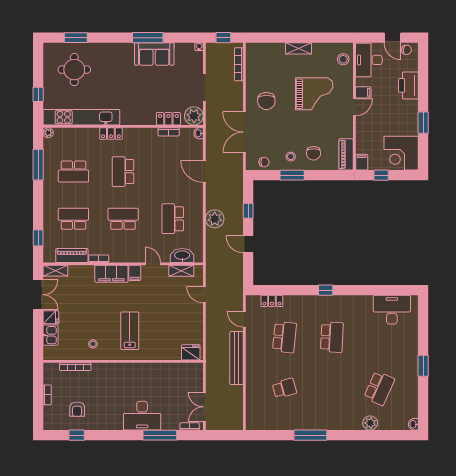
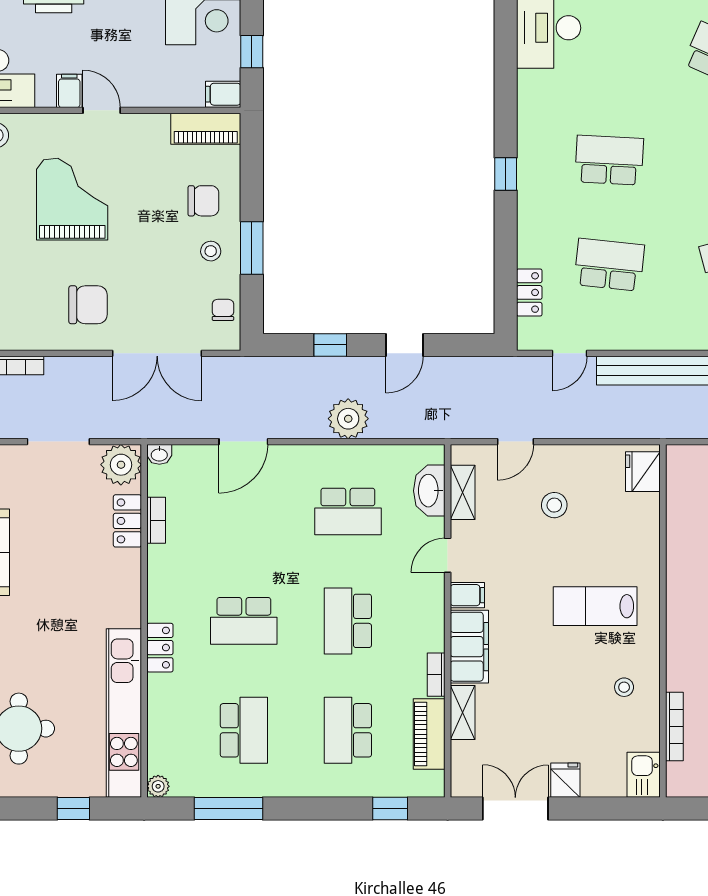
shelving: (55, 271) -> (463, 713), moved
stool: (176, 312) -> (554, 505), added
kitchen sink: (51, 335) -> (644, 775), moved, turned -90

